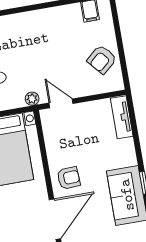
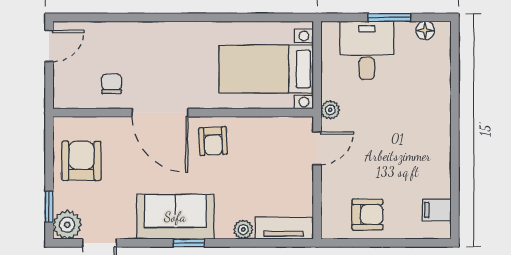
armchair: (102, 59) -> (367, 215), turned 131
plant: (128, 146) -> (243, 230), added

